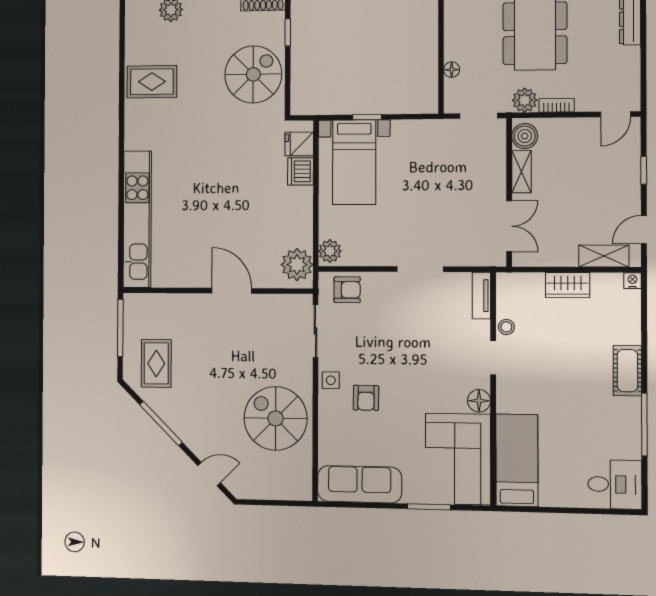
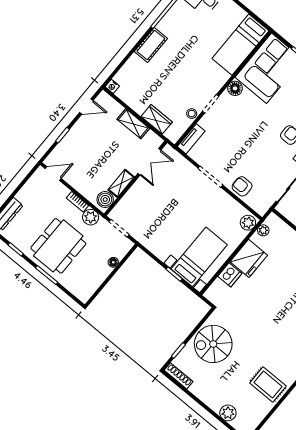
fridge: (299, 144) -> (249, 258), moved, width x1.88, depth x1.34
double door: (509, 226) -> (149, 162), swing flipped
shelving: (604, 256) -> (133, 124), moved
plant: (297, 265) -> (263, 230), width x0.53, depth x0.53
wardrobe: (568, 285) -> (157, 119), moved
armchair: (347, 290) -> (242, 186), moved

